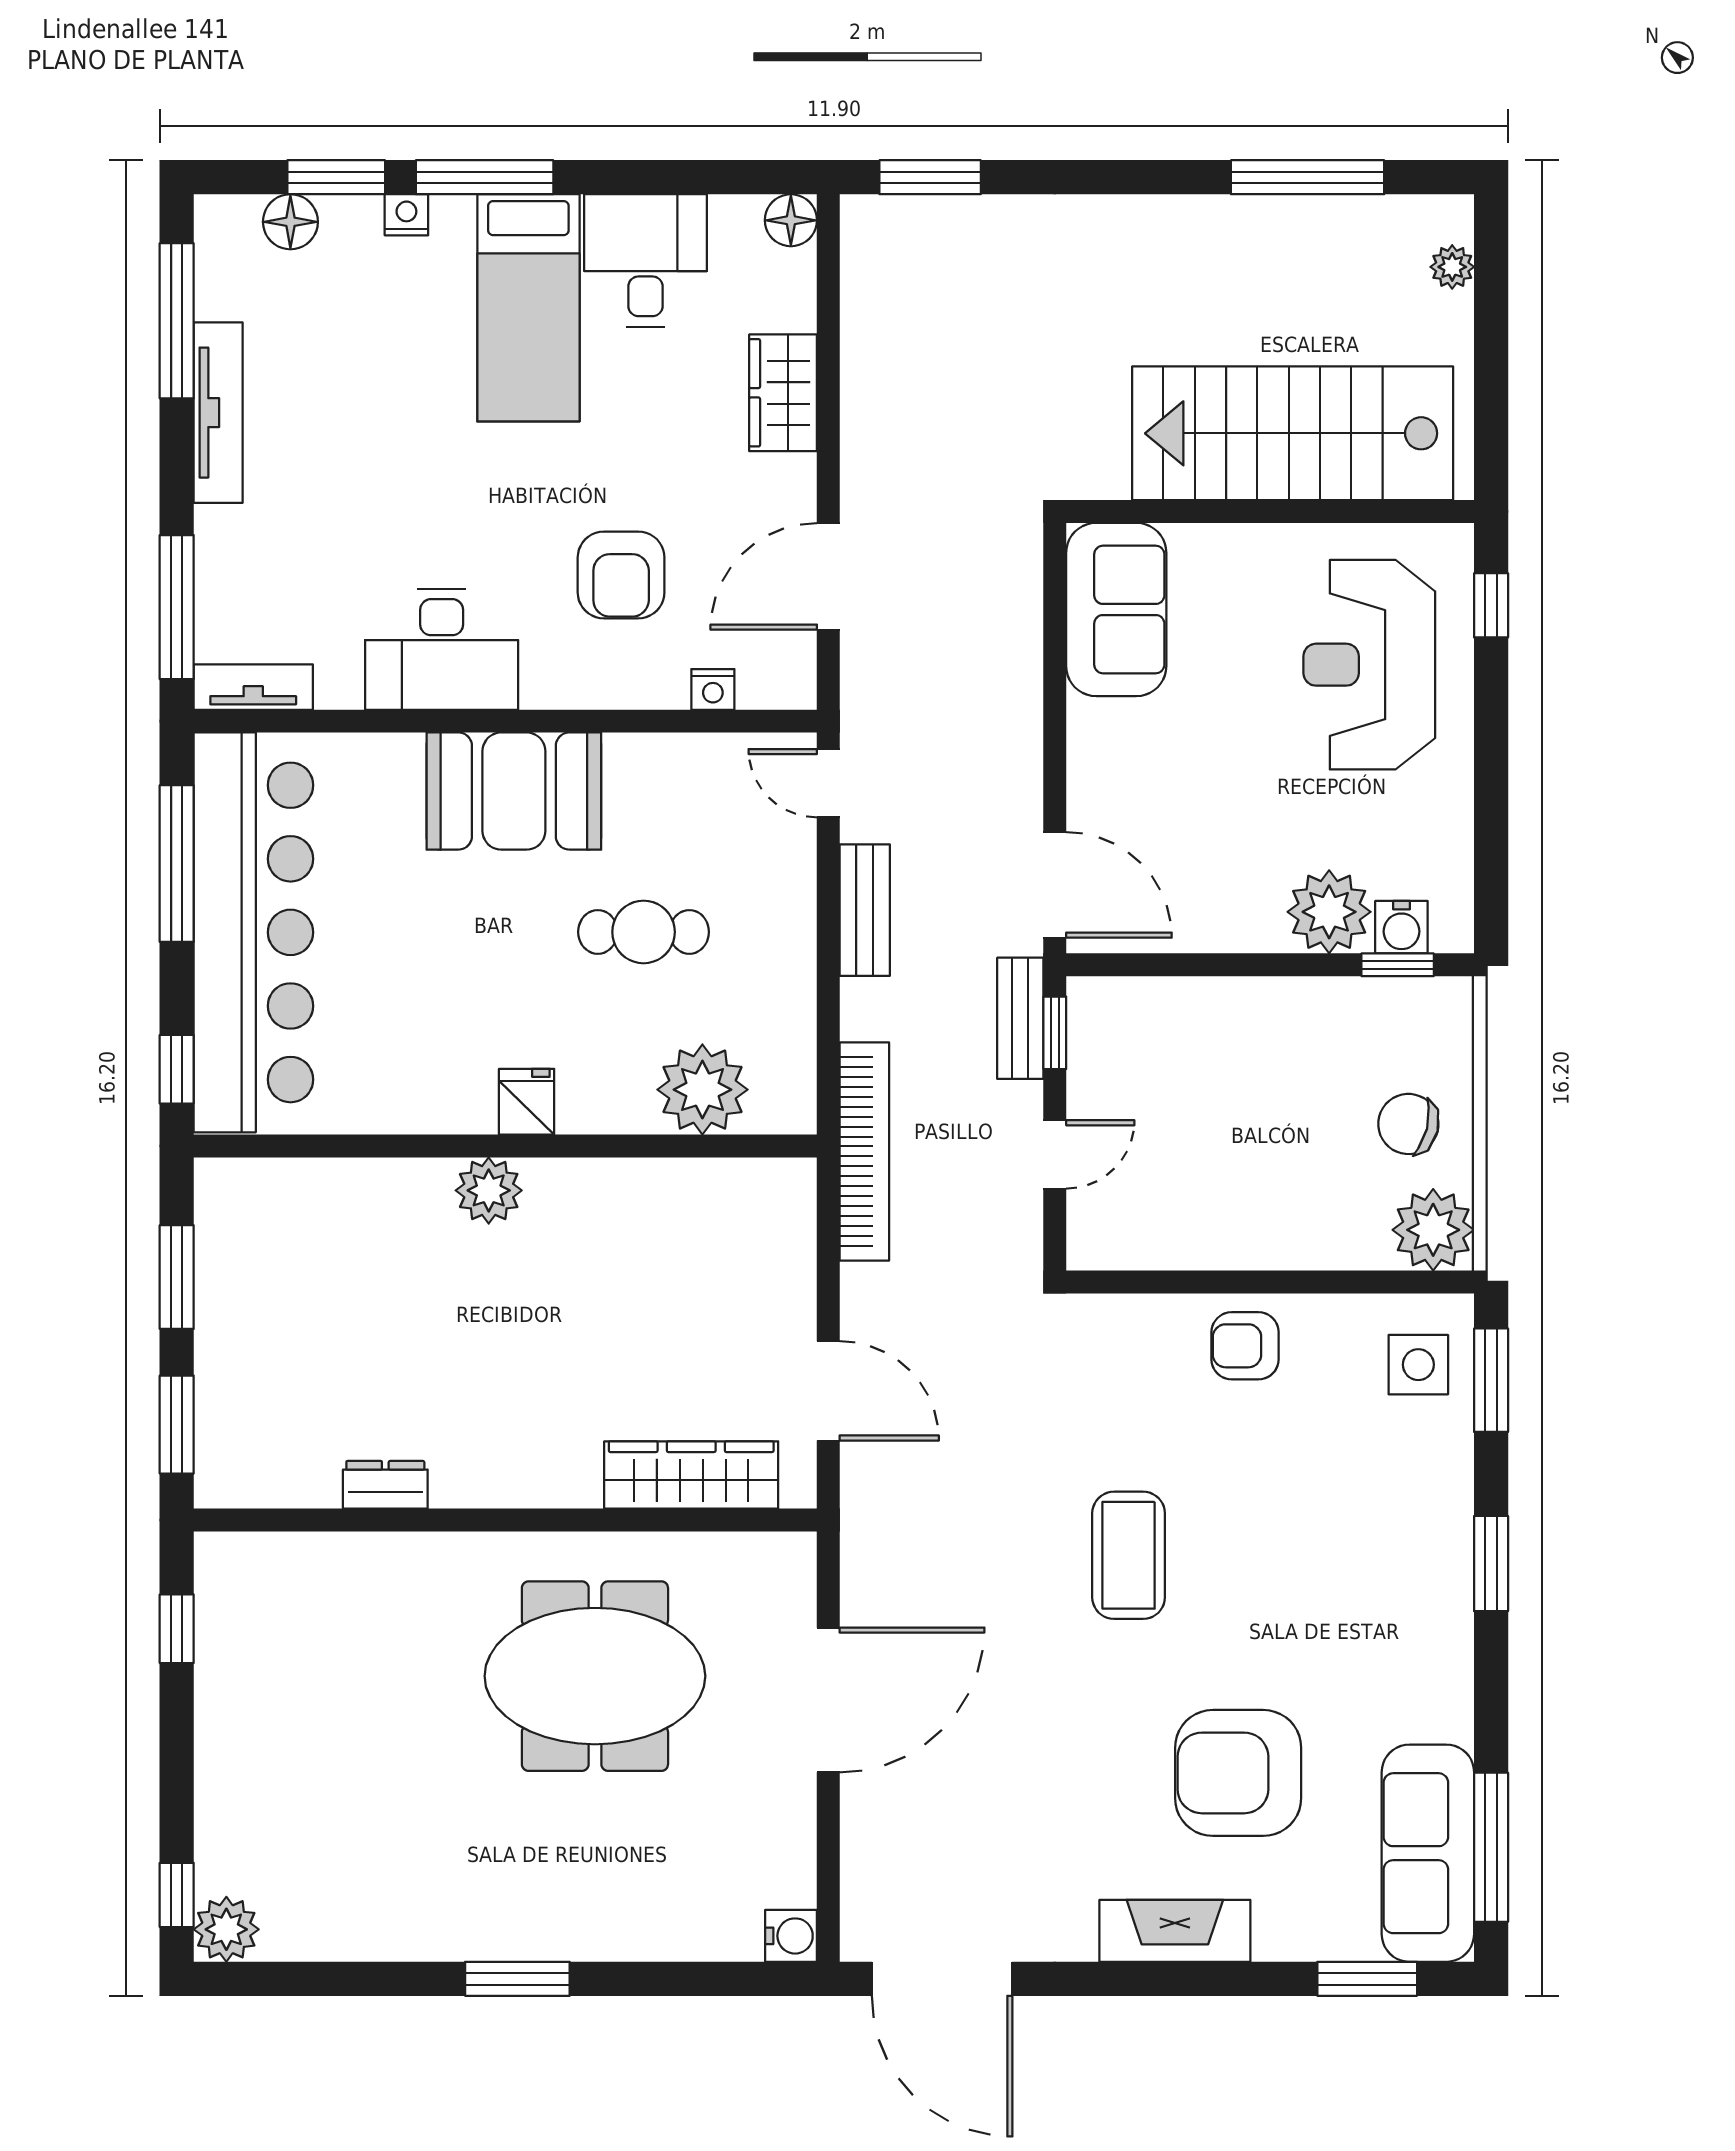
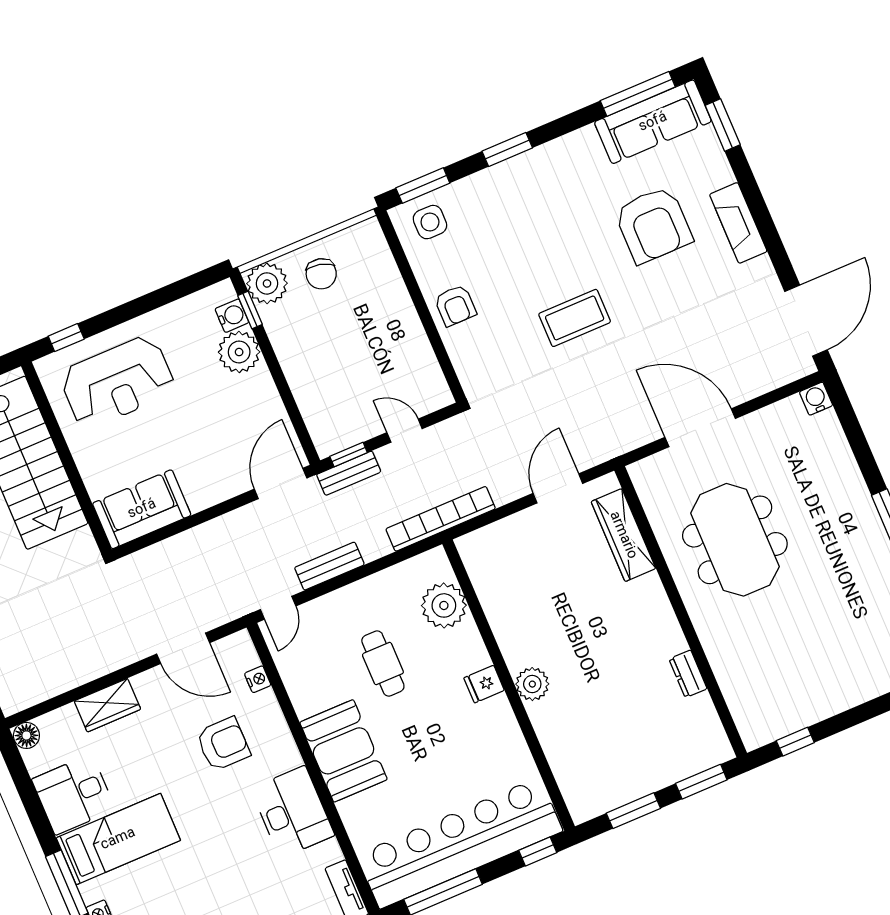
plant: (1433, 1230) -> (267, 283), moved

